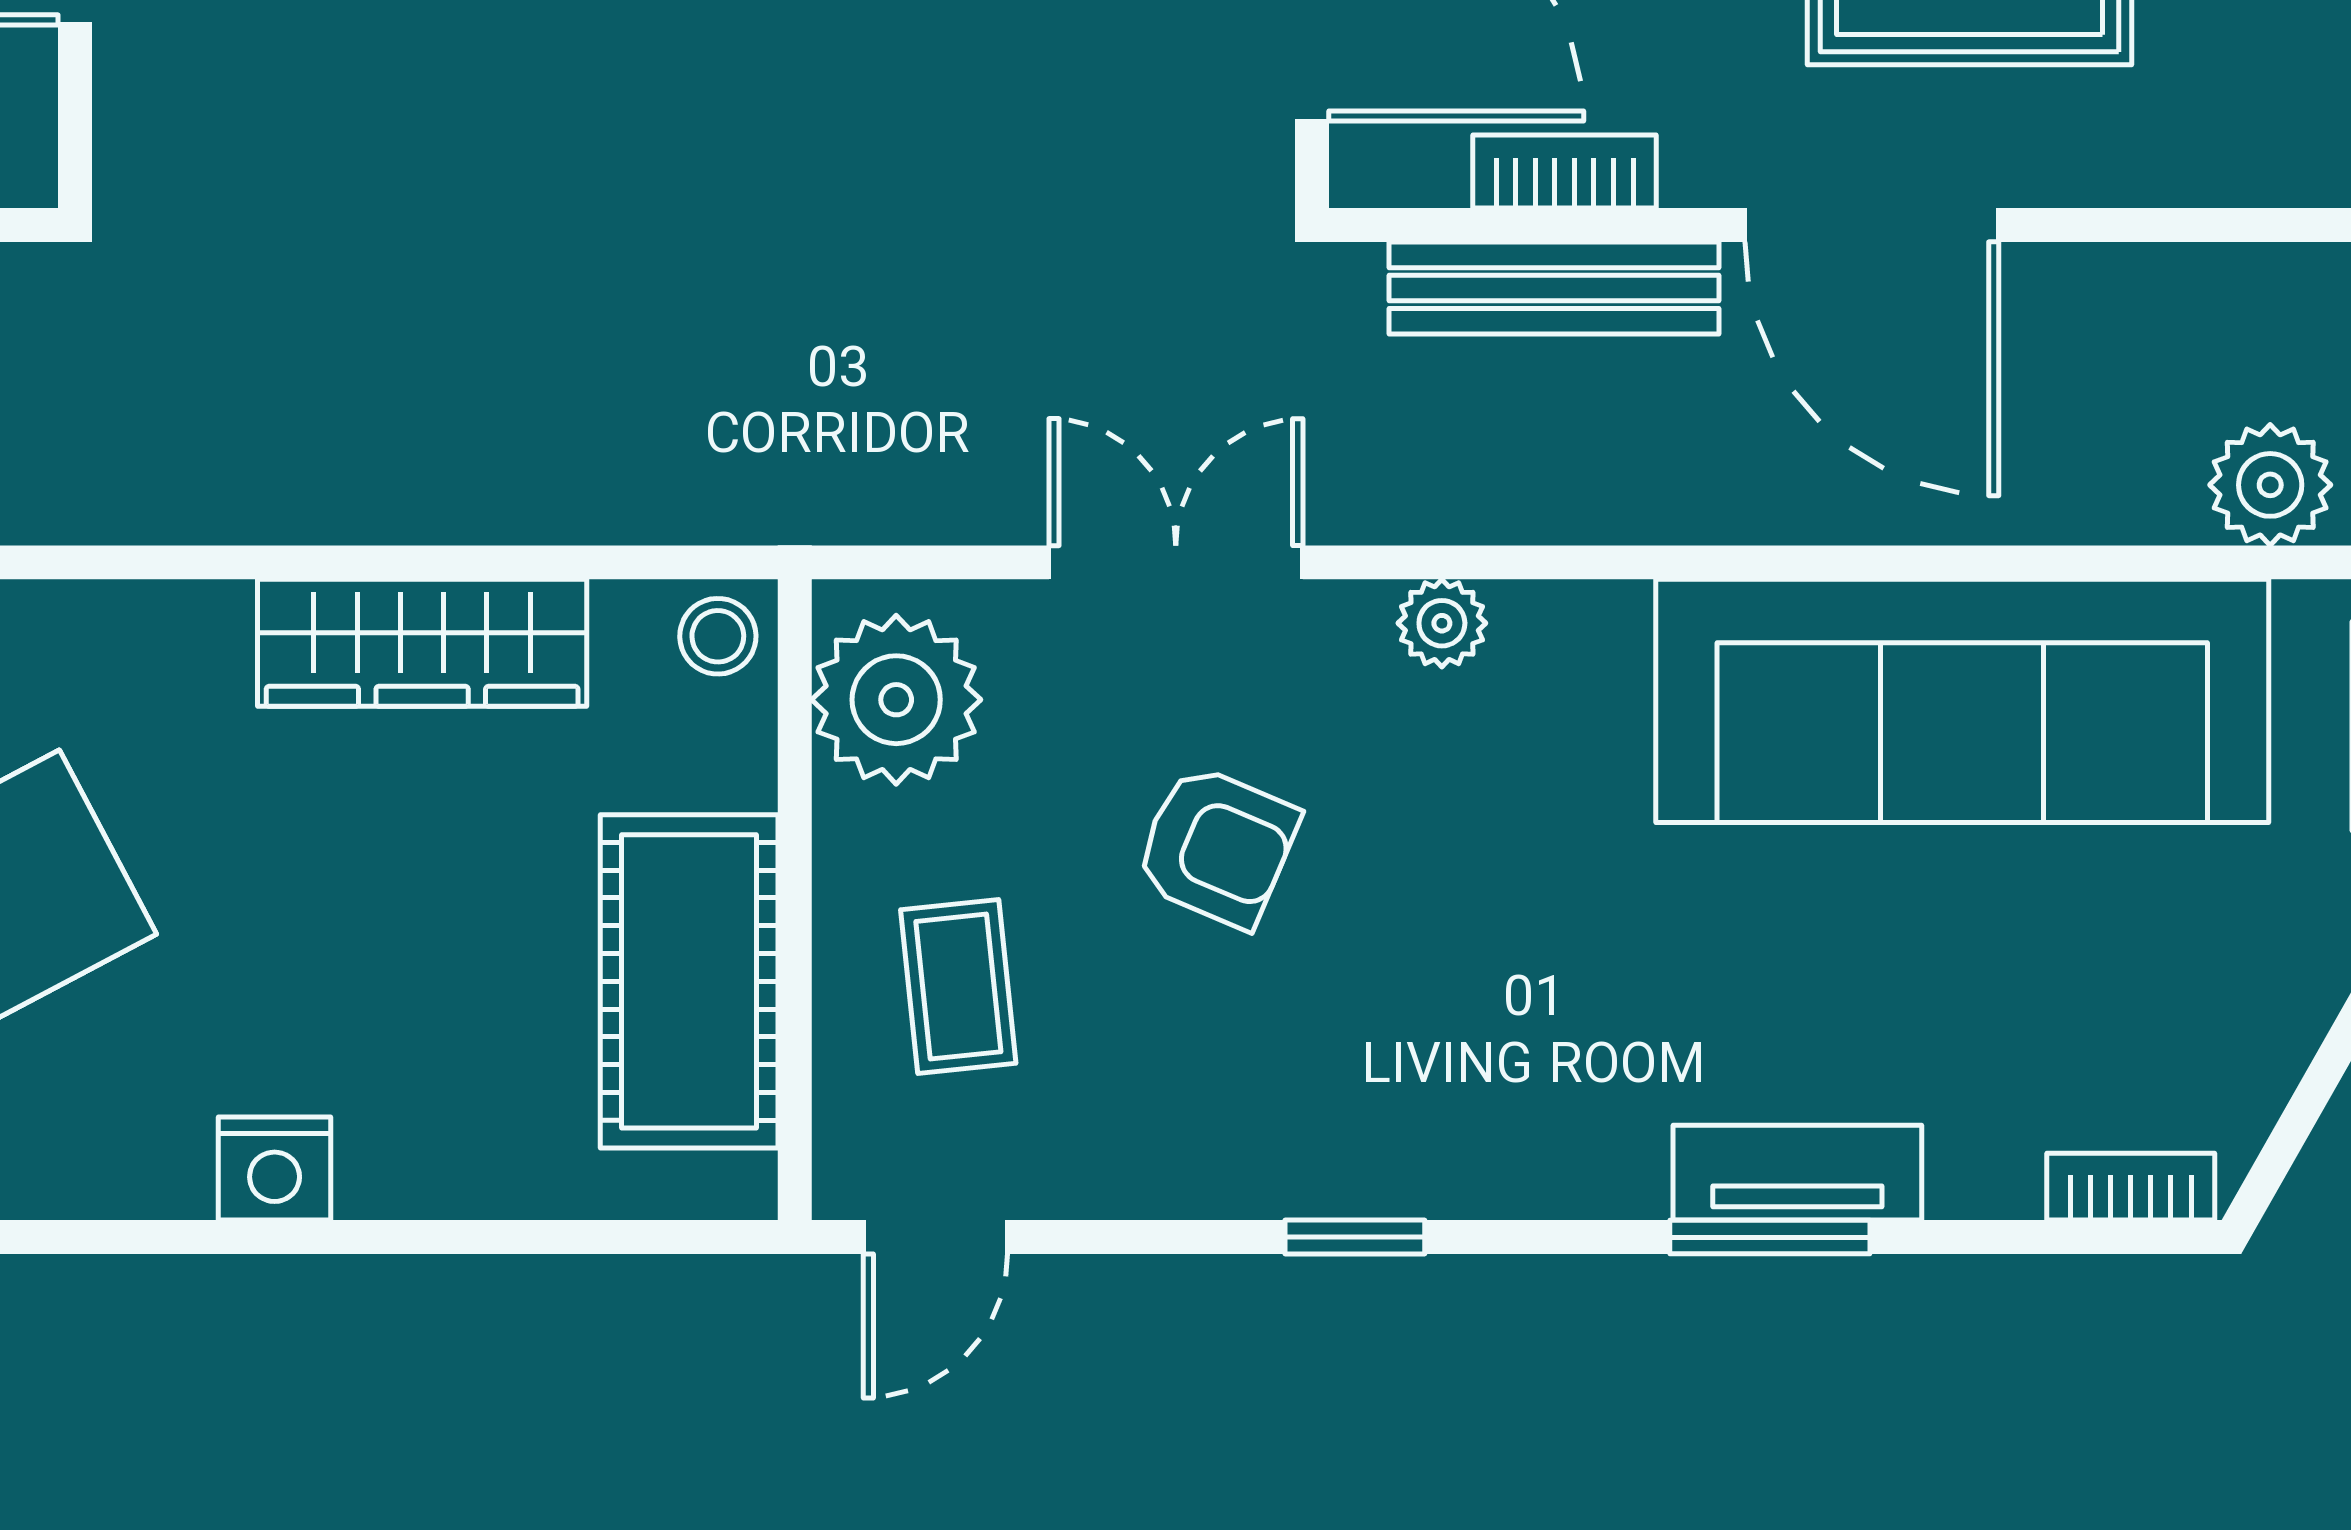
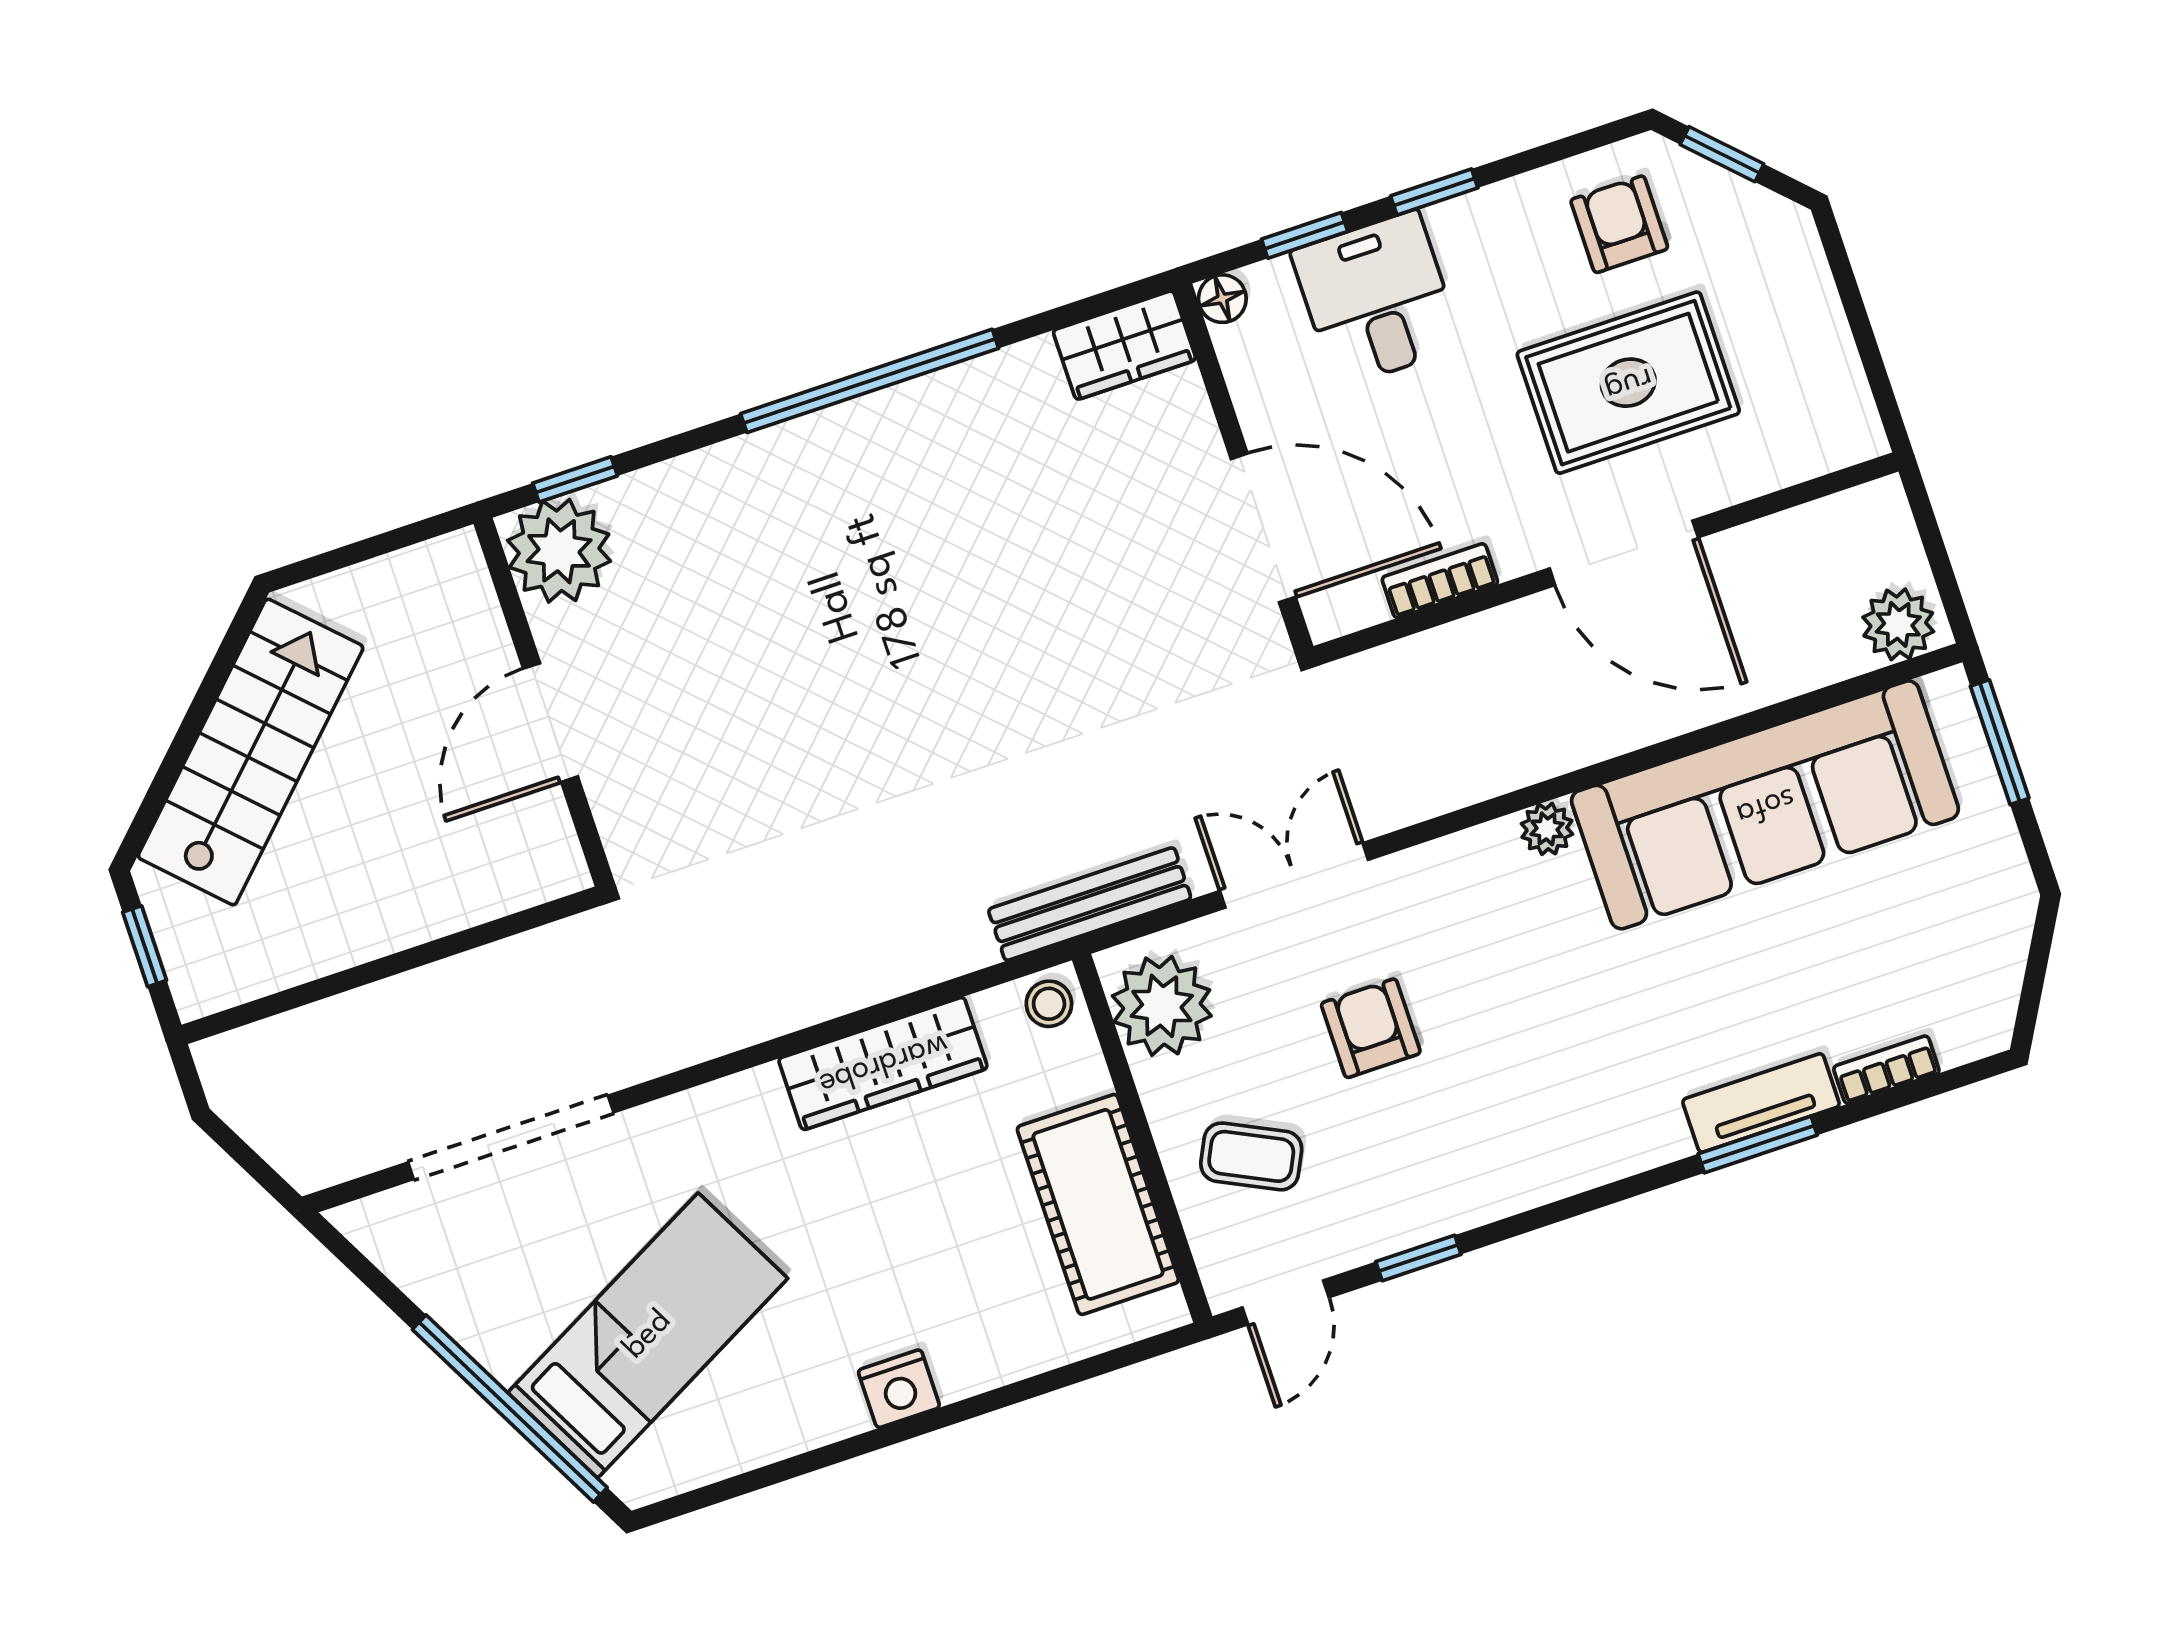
bench: (1554, 288) -> (1090, 904), moved
plant: (1442, 623) -> (1547, 829), moved
armchair: (1217, 846) -> (1371, 1028), turned -113
coffee table: (958, 987) -> (1251, 1156), turned -58
bookcase: (2131, 1187) -> (1886, 1070), moved
window: (1355, 1237) -> (1418, 1258), moved

